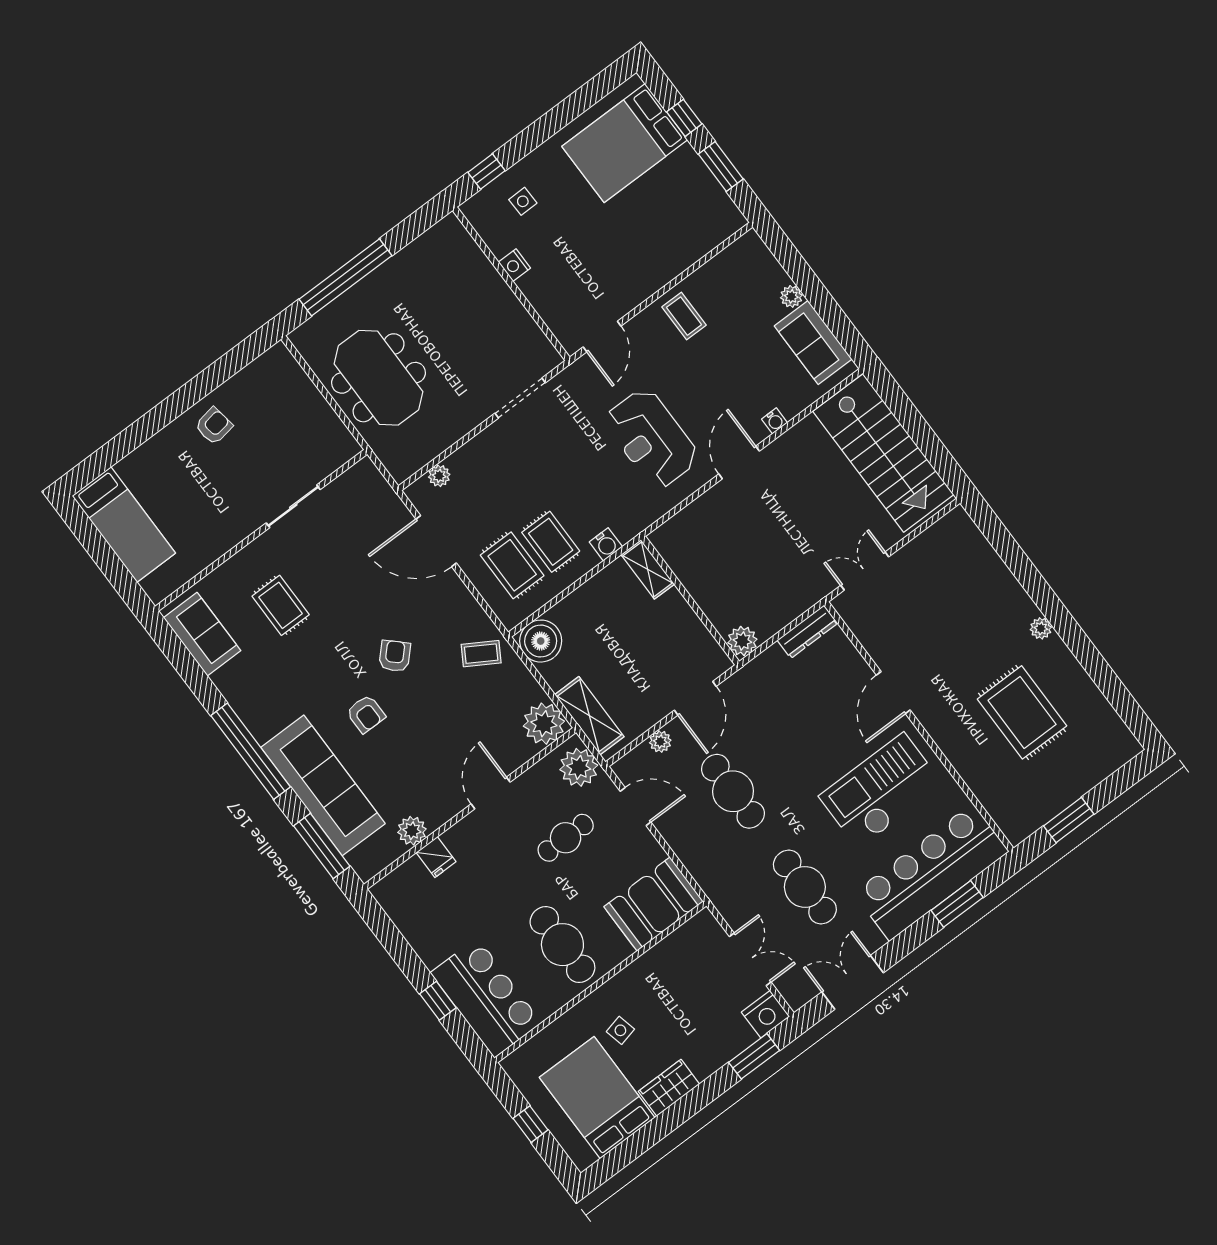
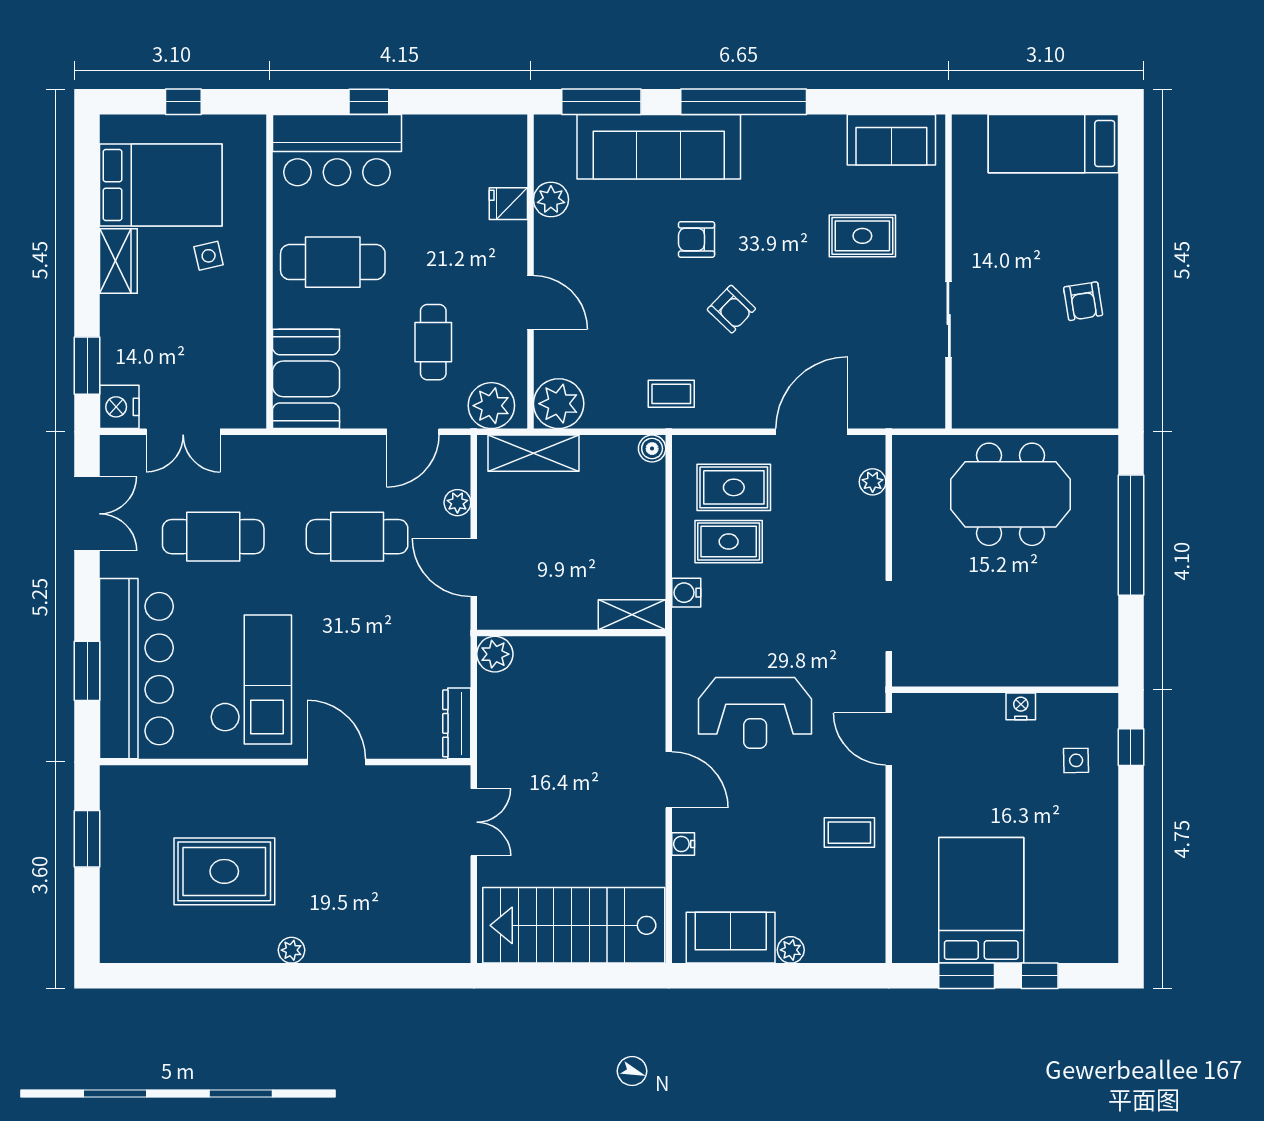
bed: (625, 143) -> (981, 900), moved
reception desk: (652, 439) -> (755, 713), turned 180
boiler: (541, 641) -> (652, 449), width x0.54, depth x0.54
coffee table: (481, 654) -> (671, 394), turned 59

